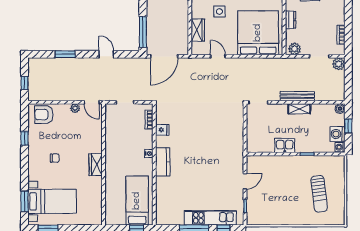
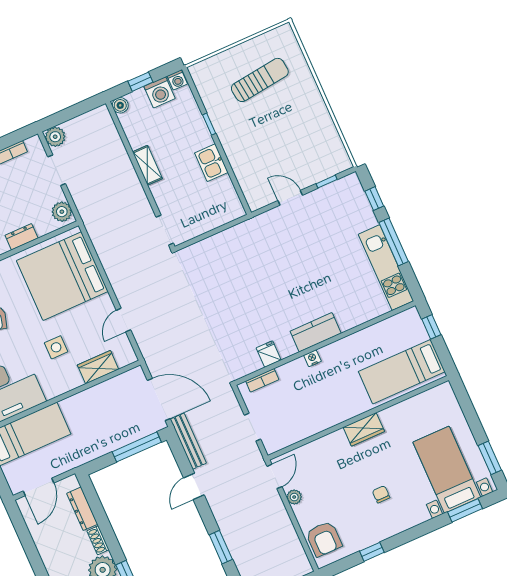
bench: (297, 96) -> (188, 441), moved
bed: (137, 201) -> (402, 372), moved
kitchen unit: (210, 218) -> (386, 268), moved

